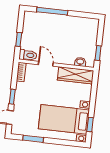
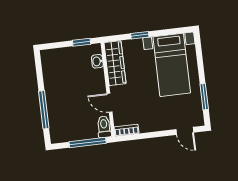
window: (19, 39) -> (88, 142), width x2.17
door: (46, 64) -> (109, 103), hinge flipped
window: (12, 97) -> (159, 134), removed
window: (90, 124) -> (140, 35), moved

